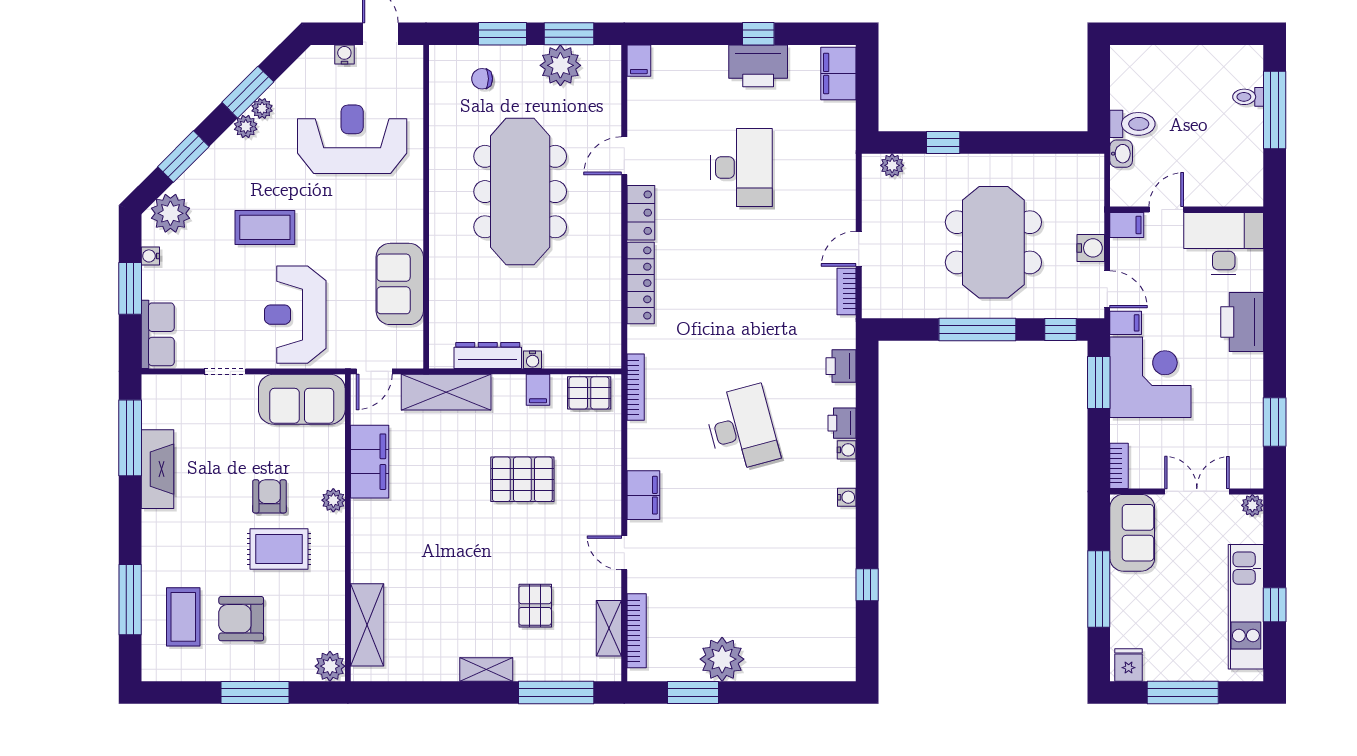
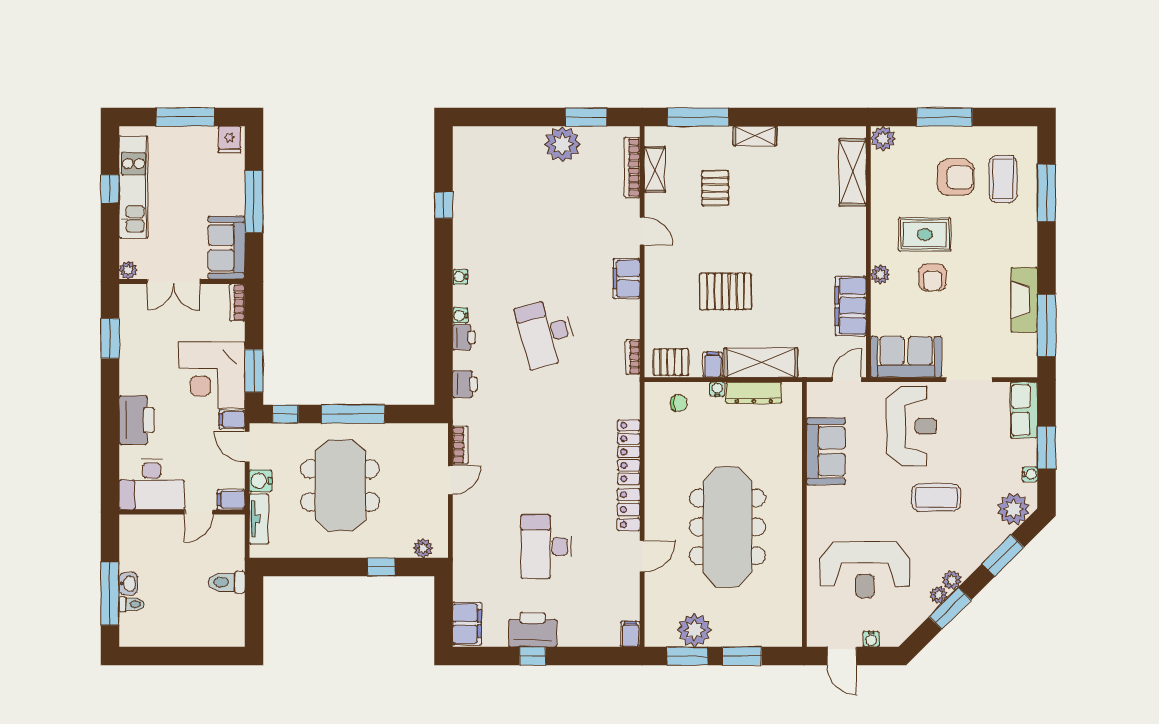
chair: (482, 79) -> (679, 403), moved
washbasin: (1121, 154) -> (128, 584), moved, turned 180
tv unit: (1093, 201) -> (259, 519), added
doorway: (225, 371) -> (969, 380), width x1.38
bookcase: (636, 387) -> (633, 357), width x0.64
shelving: (446, 392) -> (761, 363), moved

